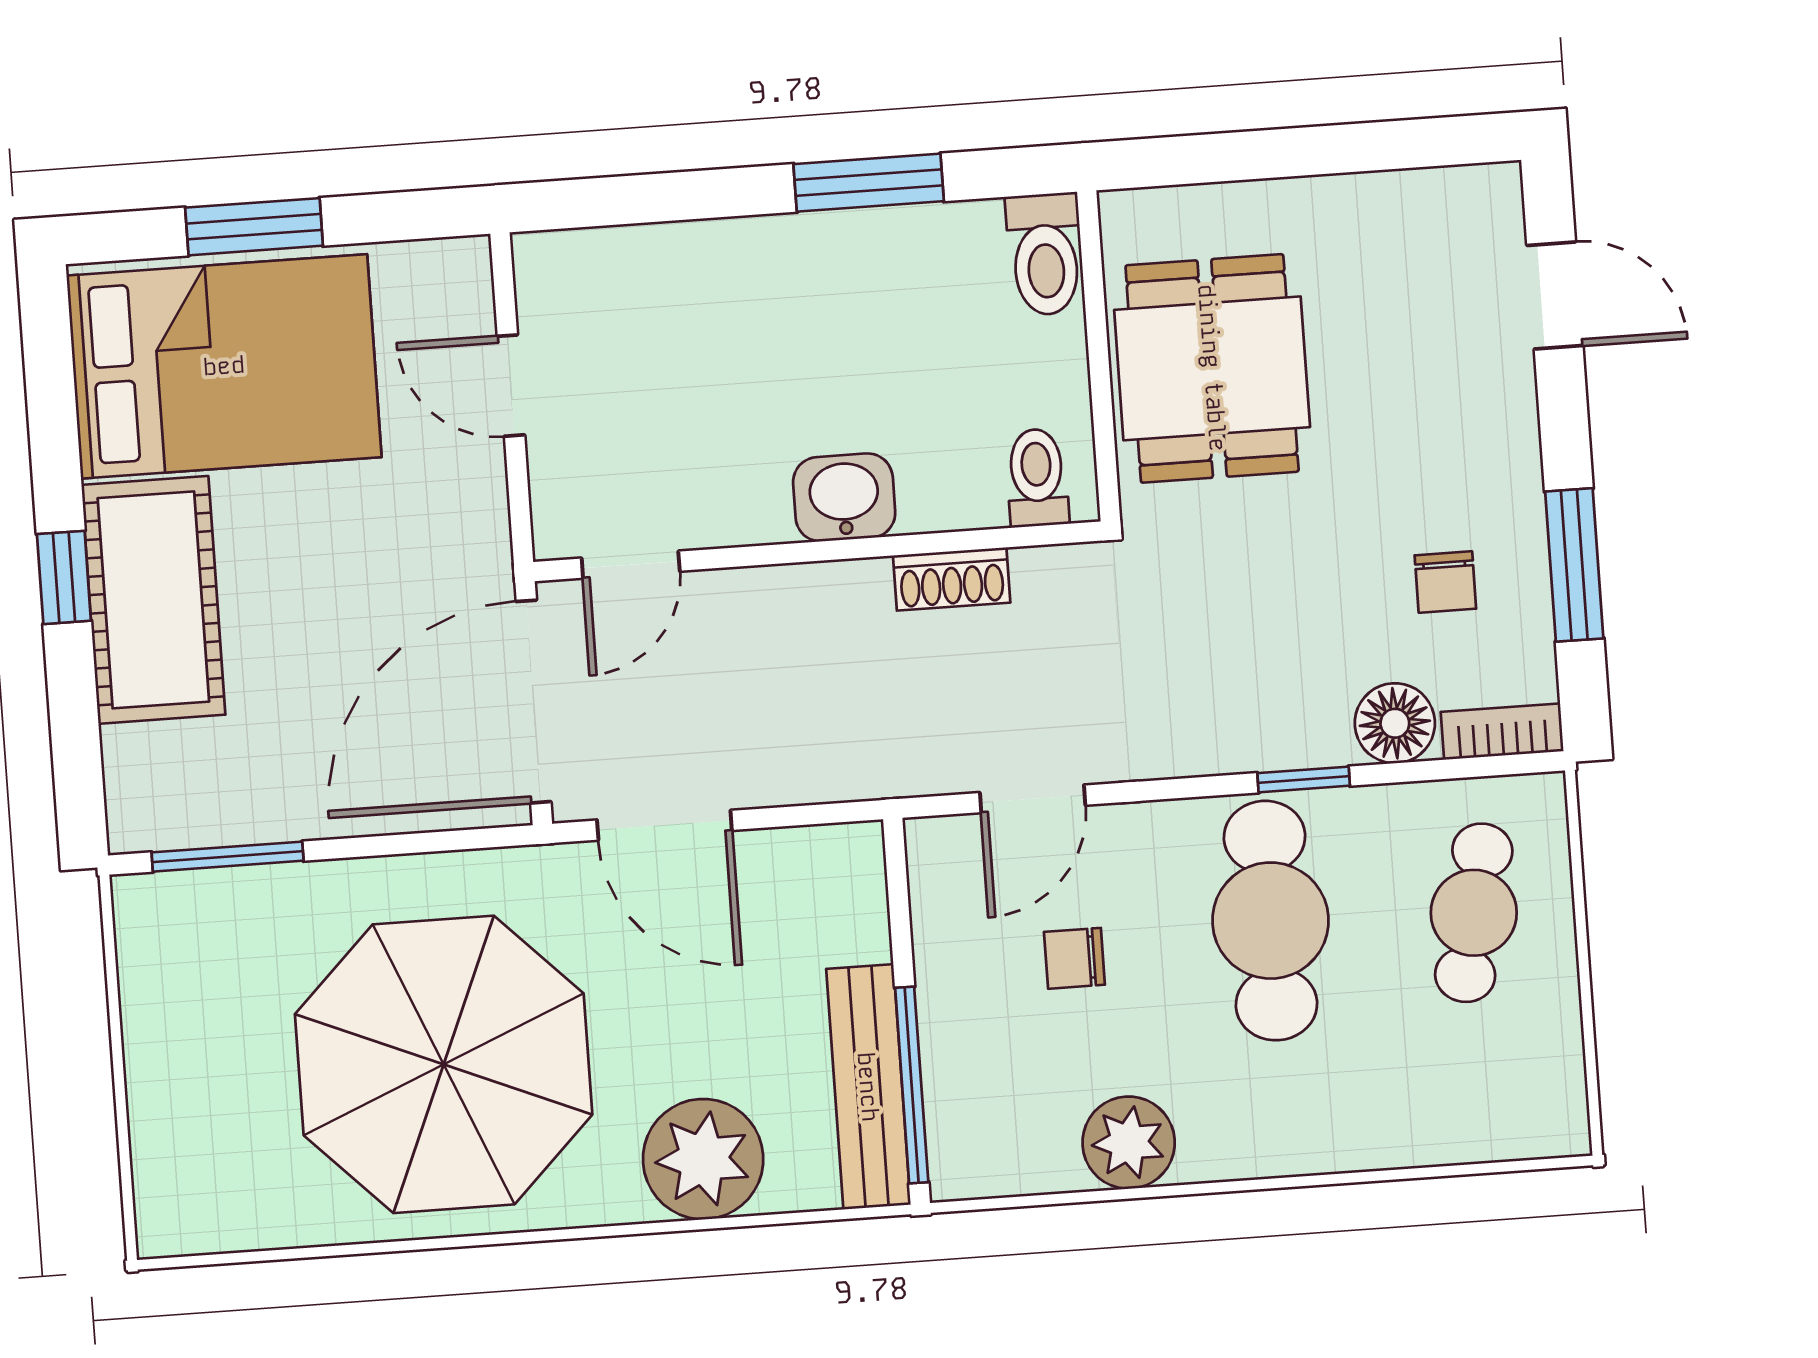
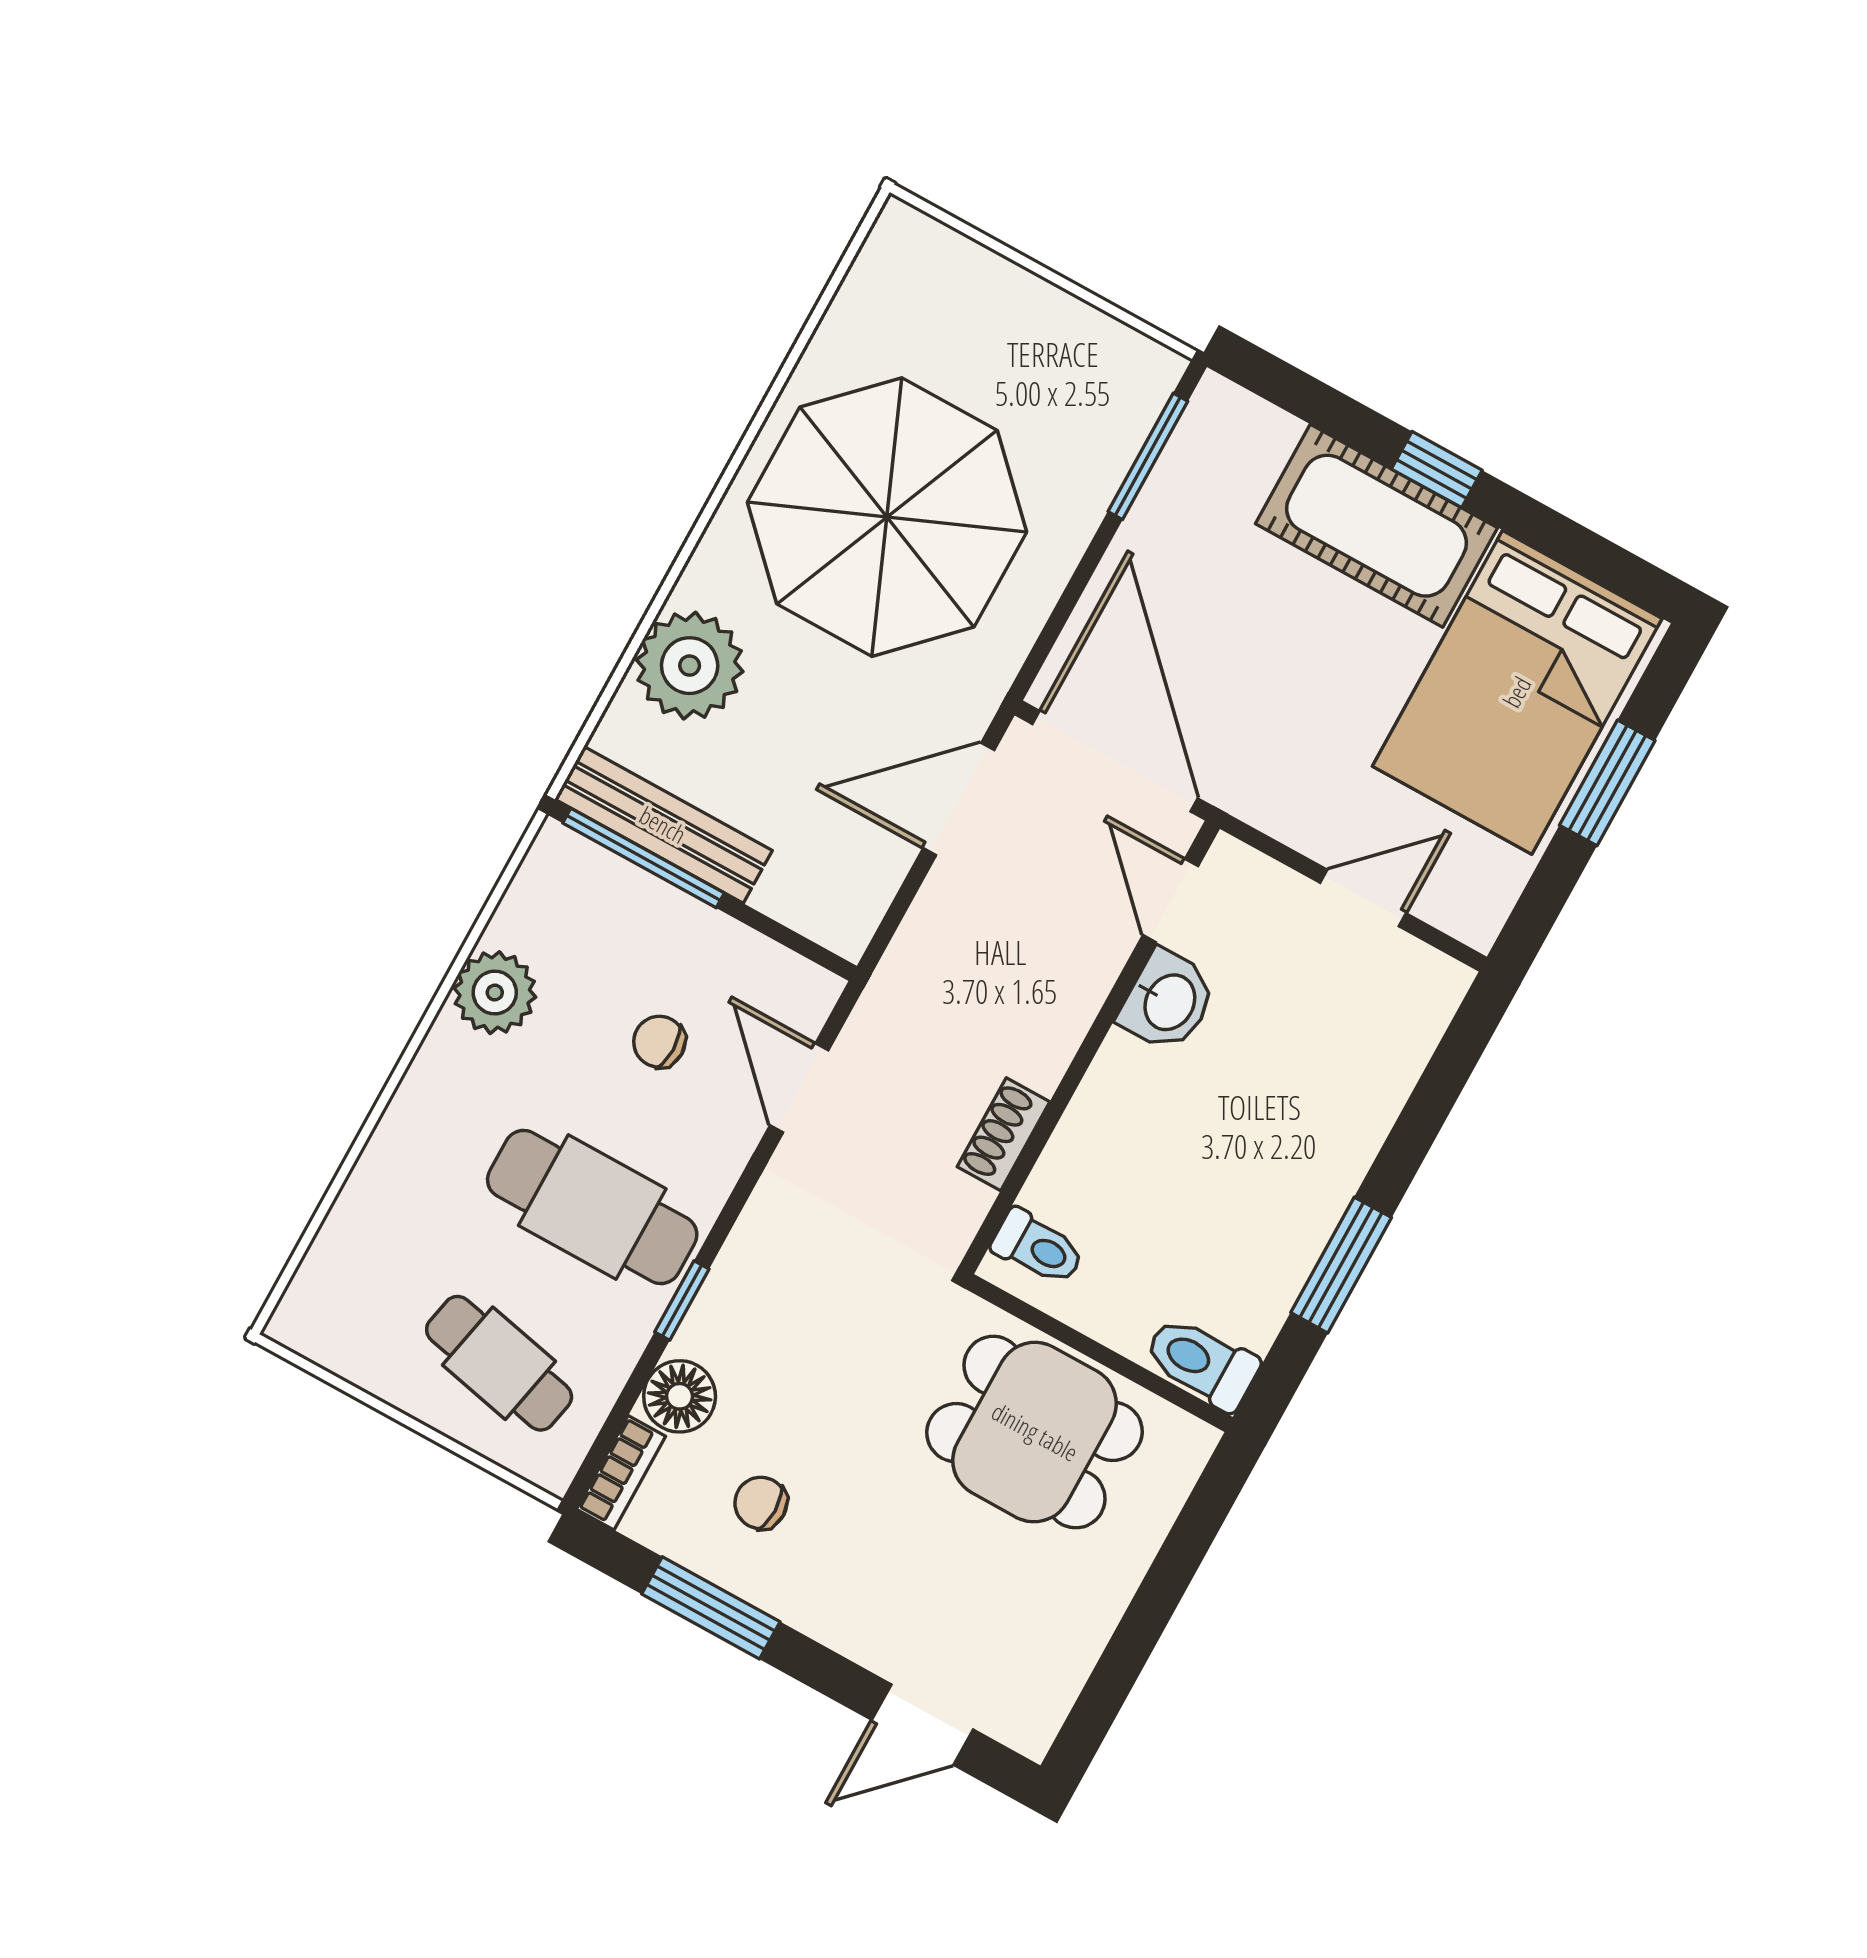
washbasin: (844, 497) -> (1168, 1001), moved
chair: (1074, 958) -> (659, 1042), turned -90

